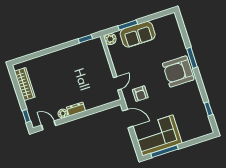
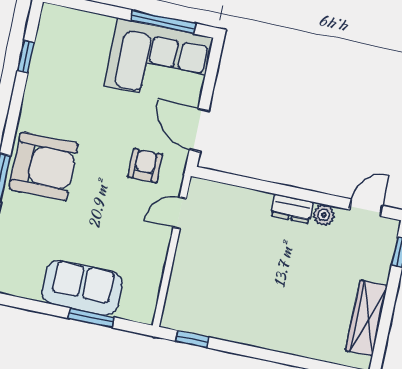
plant: (110, 39) -> (143, 310), removed
door: (49, 125) -> (366, 208), swing flipped

